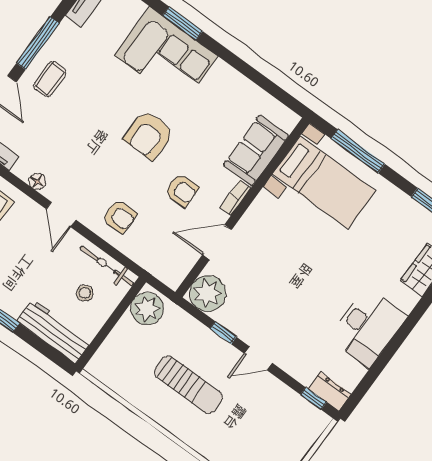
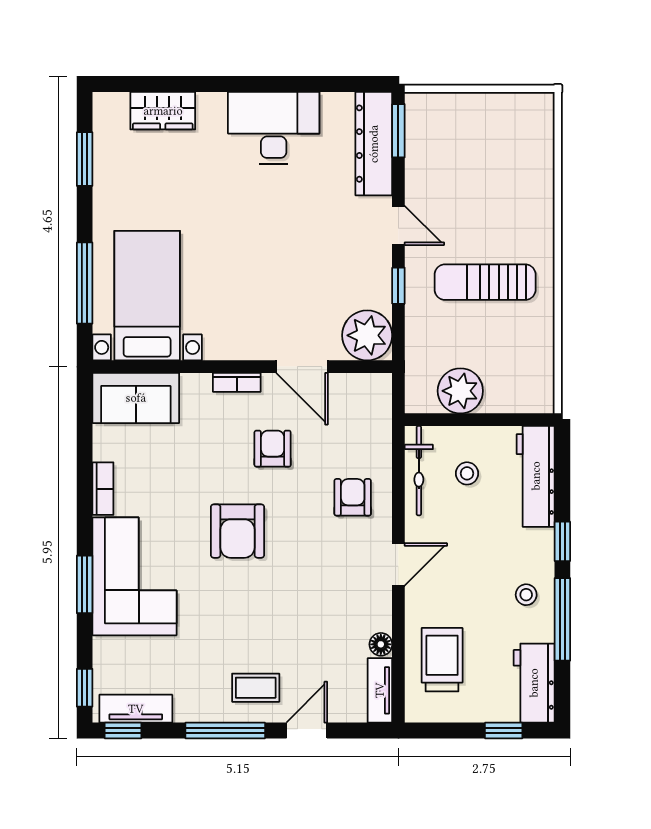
bookcase: (230, 75) -> (103, 489), added
armchair: (149, 135) -> (237, 531), turned 90
sofa: (256, 150) -> (136, 398), moved
floor lamp: (37, 181) -> (381, 644), moved
plant: (147, 308) -> (460, 391), moved
sun lounger: (188, 385) -> (485, 282), turned -90
dresser: (330, 392) -> (374, 144), width x1.96, depth x1.24
window: (313, 398) -> (398, 131), width x1.50

